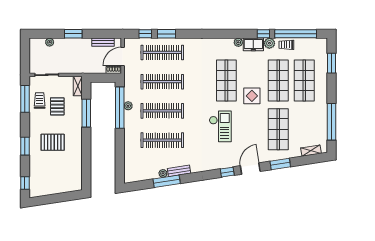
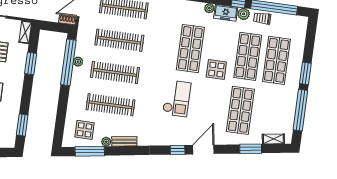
window: (332, 63) -> (305, 73), moved
window: (86, 113) -> (31, 63), width x0.69
window: (280, 164) -> (251, 149), moved
display table: (142, 166) -> (85, 130), added
window: (86, 169) -> (22, 125), added
window: (167, 181) -> (90, 151), moved

